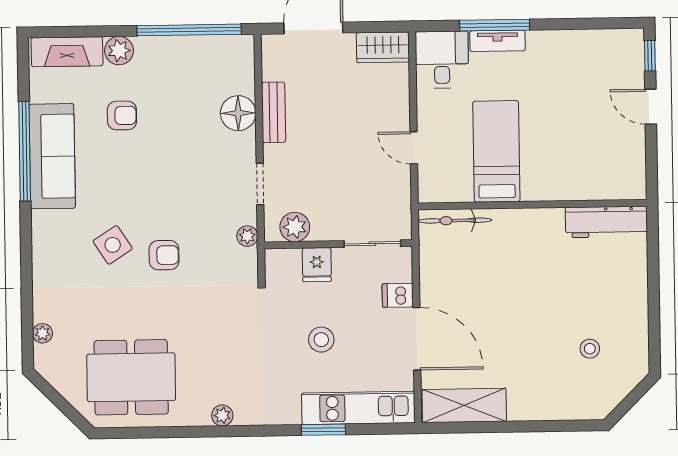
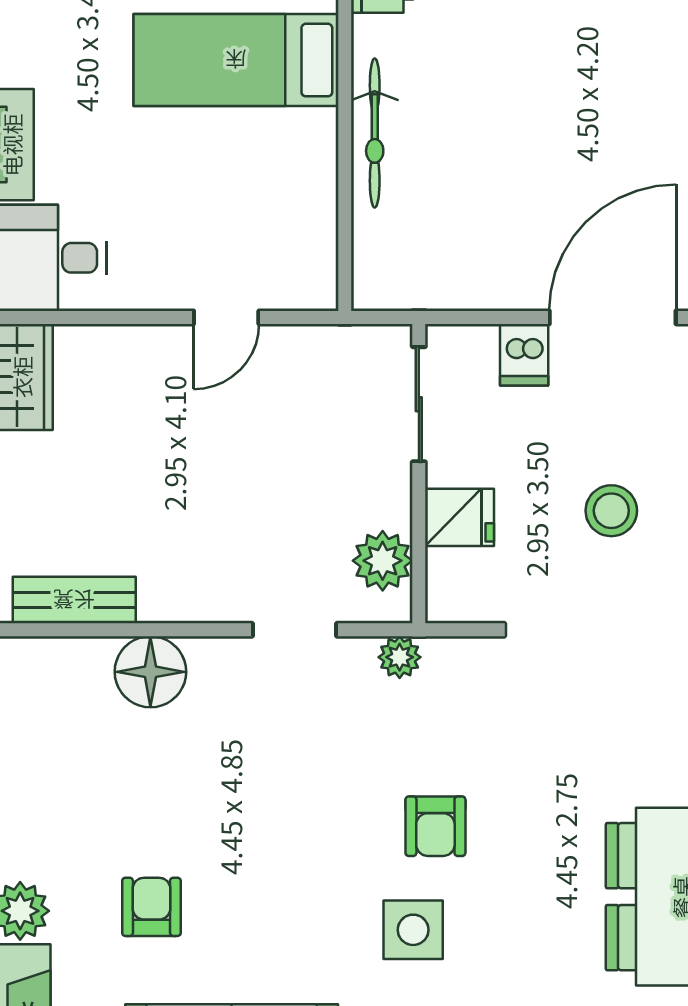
bench: (274, 112) -> (74, 600), moved
bed: (496, 151) -> (236, 60), moved
bicycle: (455, 221) -> (375, 133), moved
side table: (113, 245) -> (413, 930), turned 33
armchair: (164, 255) -> (435, 826), turned 180

